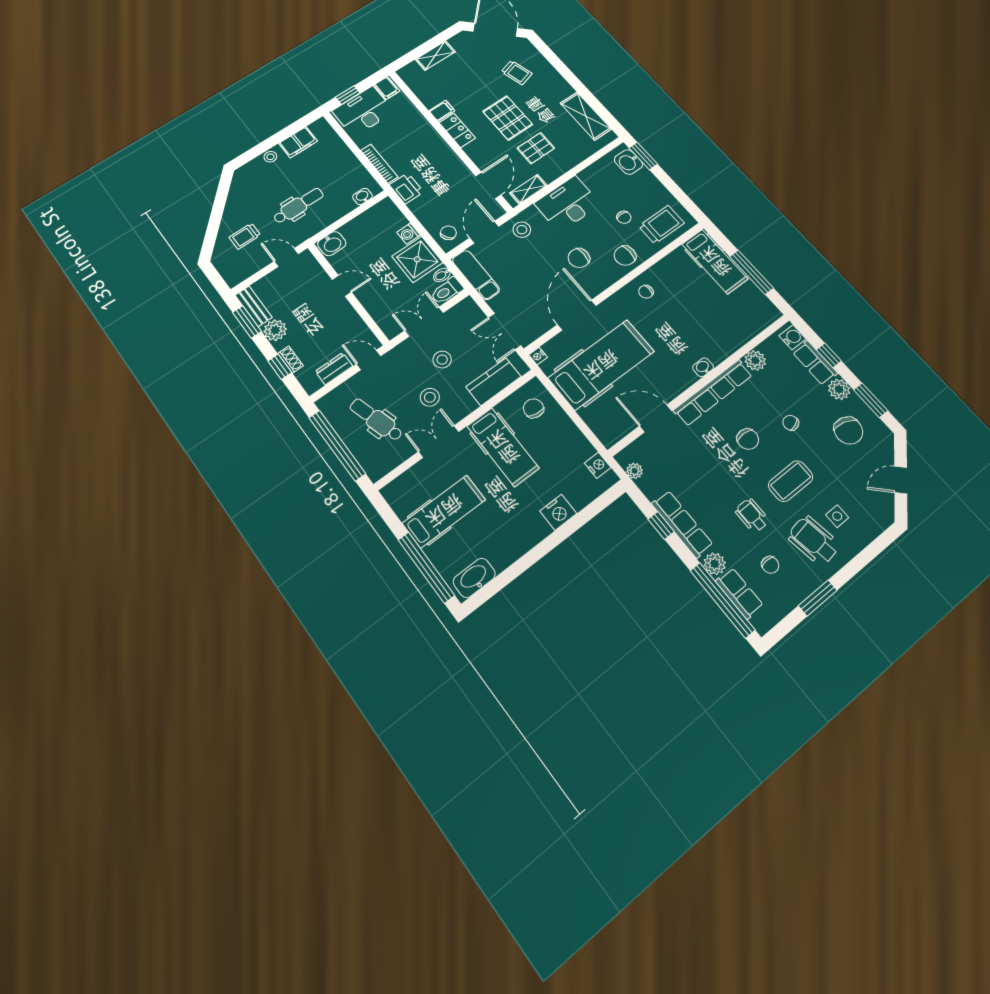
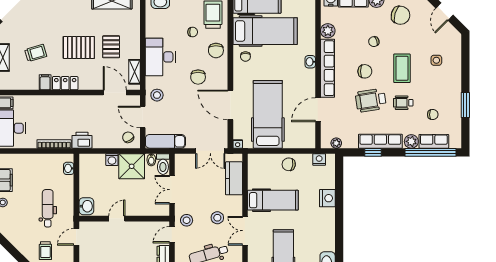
trolley: (517, 72) -> (36, 53), moved
hospital bed: (693, 292) -> (265, 31), added
stool: (442, 360) -> (187, 220), moved
chair: (534, 408) -> (289, 164), moved
wheelchair: (814, 541) -> (371, 100), moved

